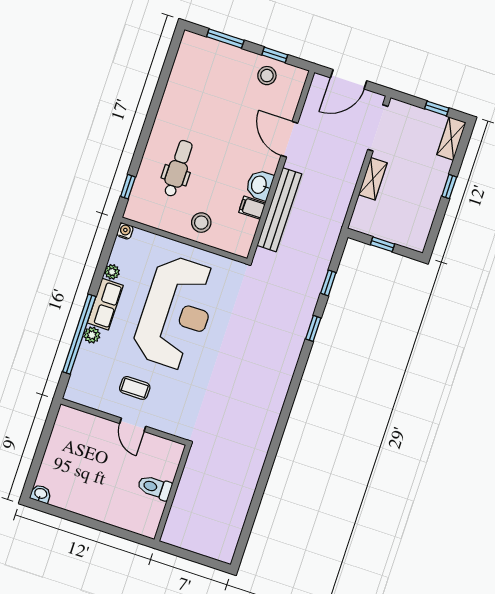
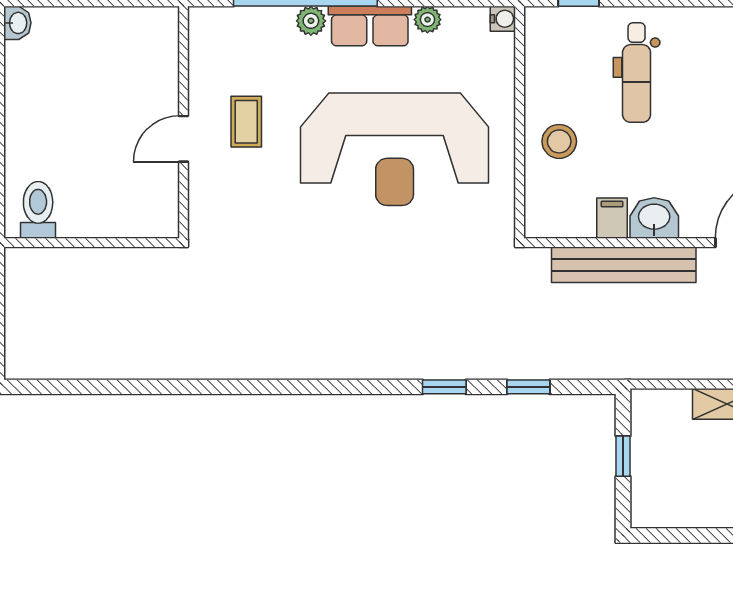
dental chair: (178, 168) -> (637, 72), turned 90
toilet: (155, 487) -> (38, 210), moved

